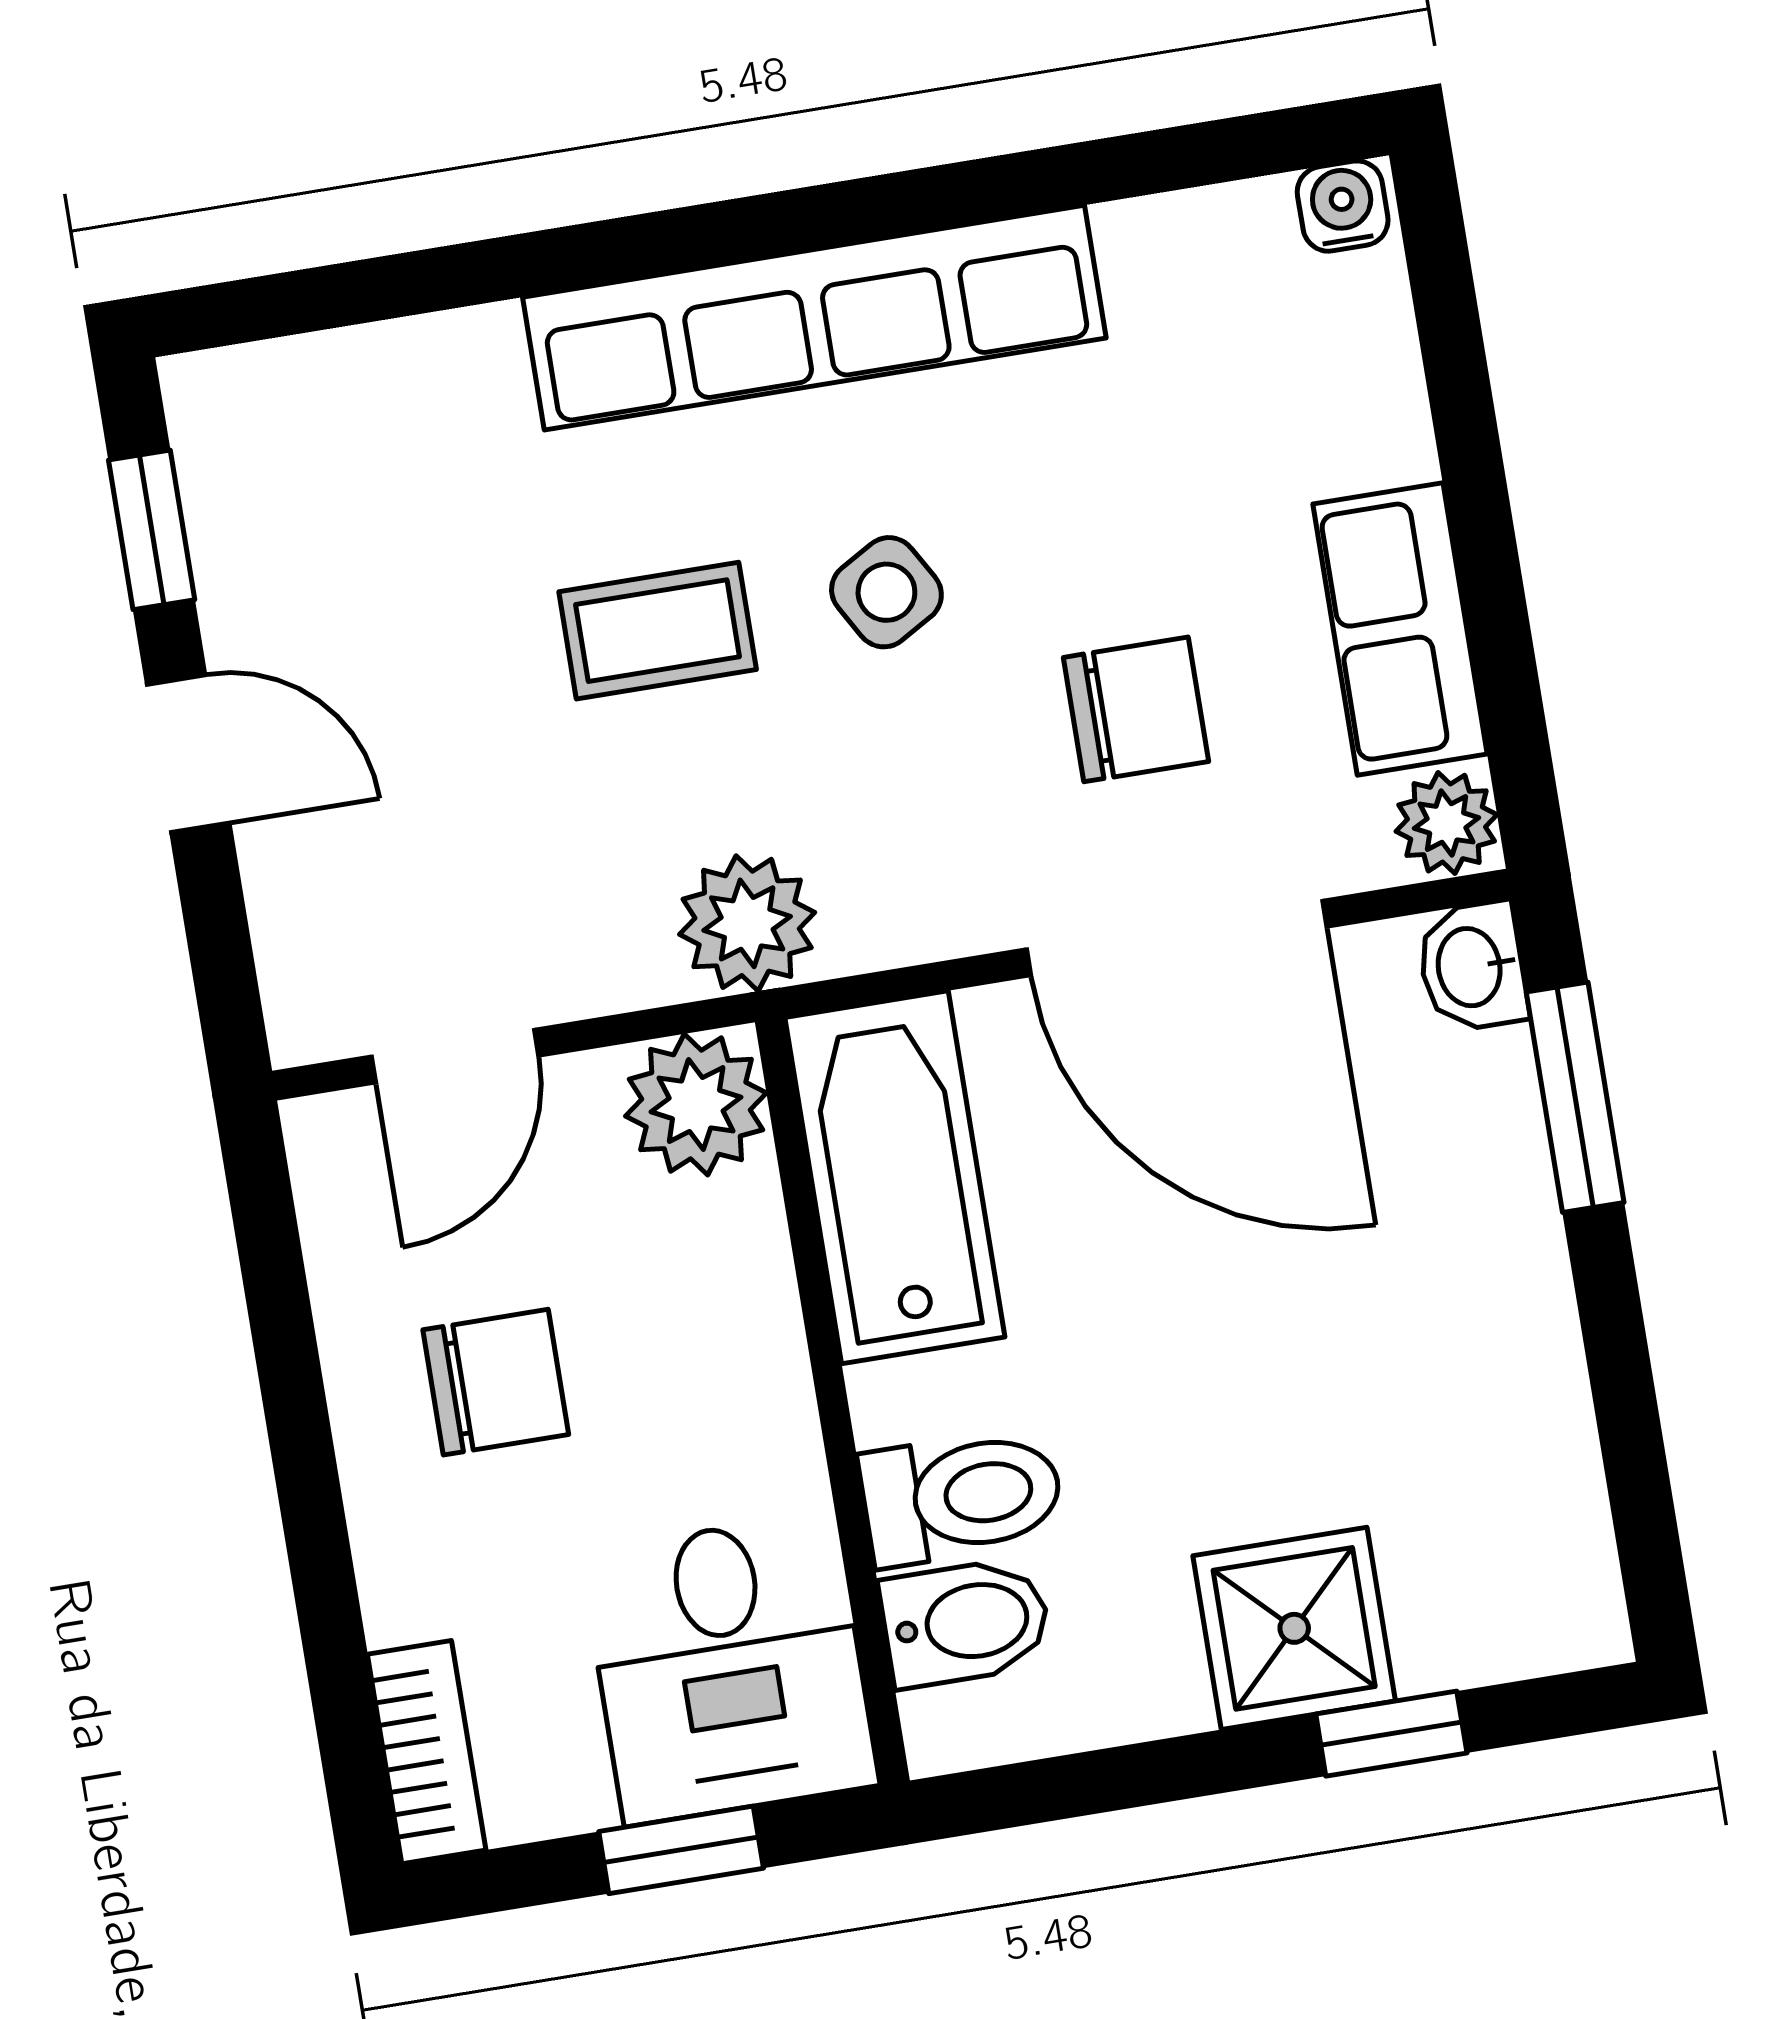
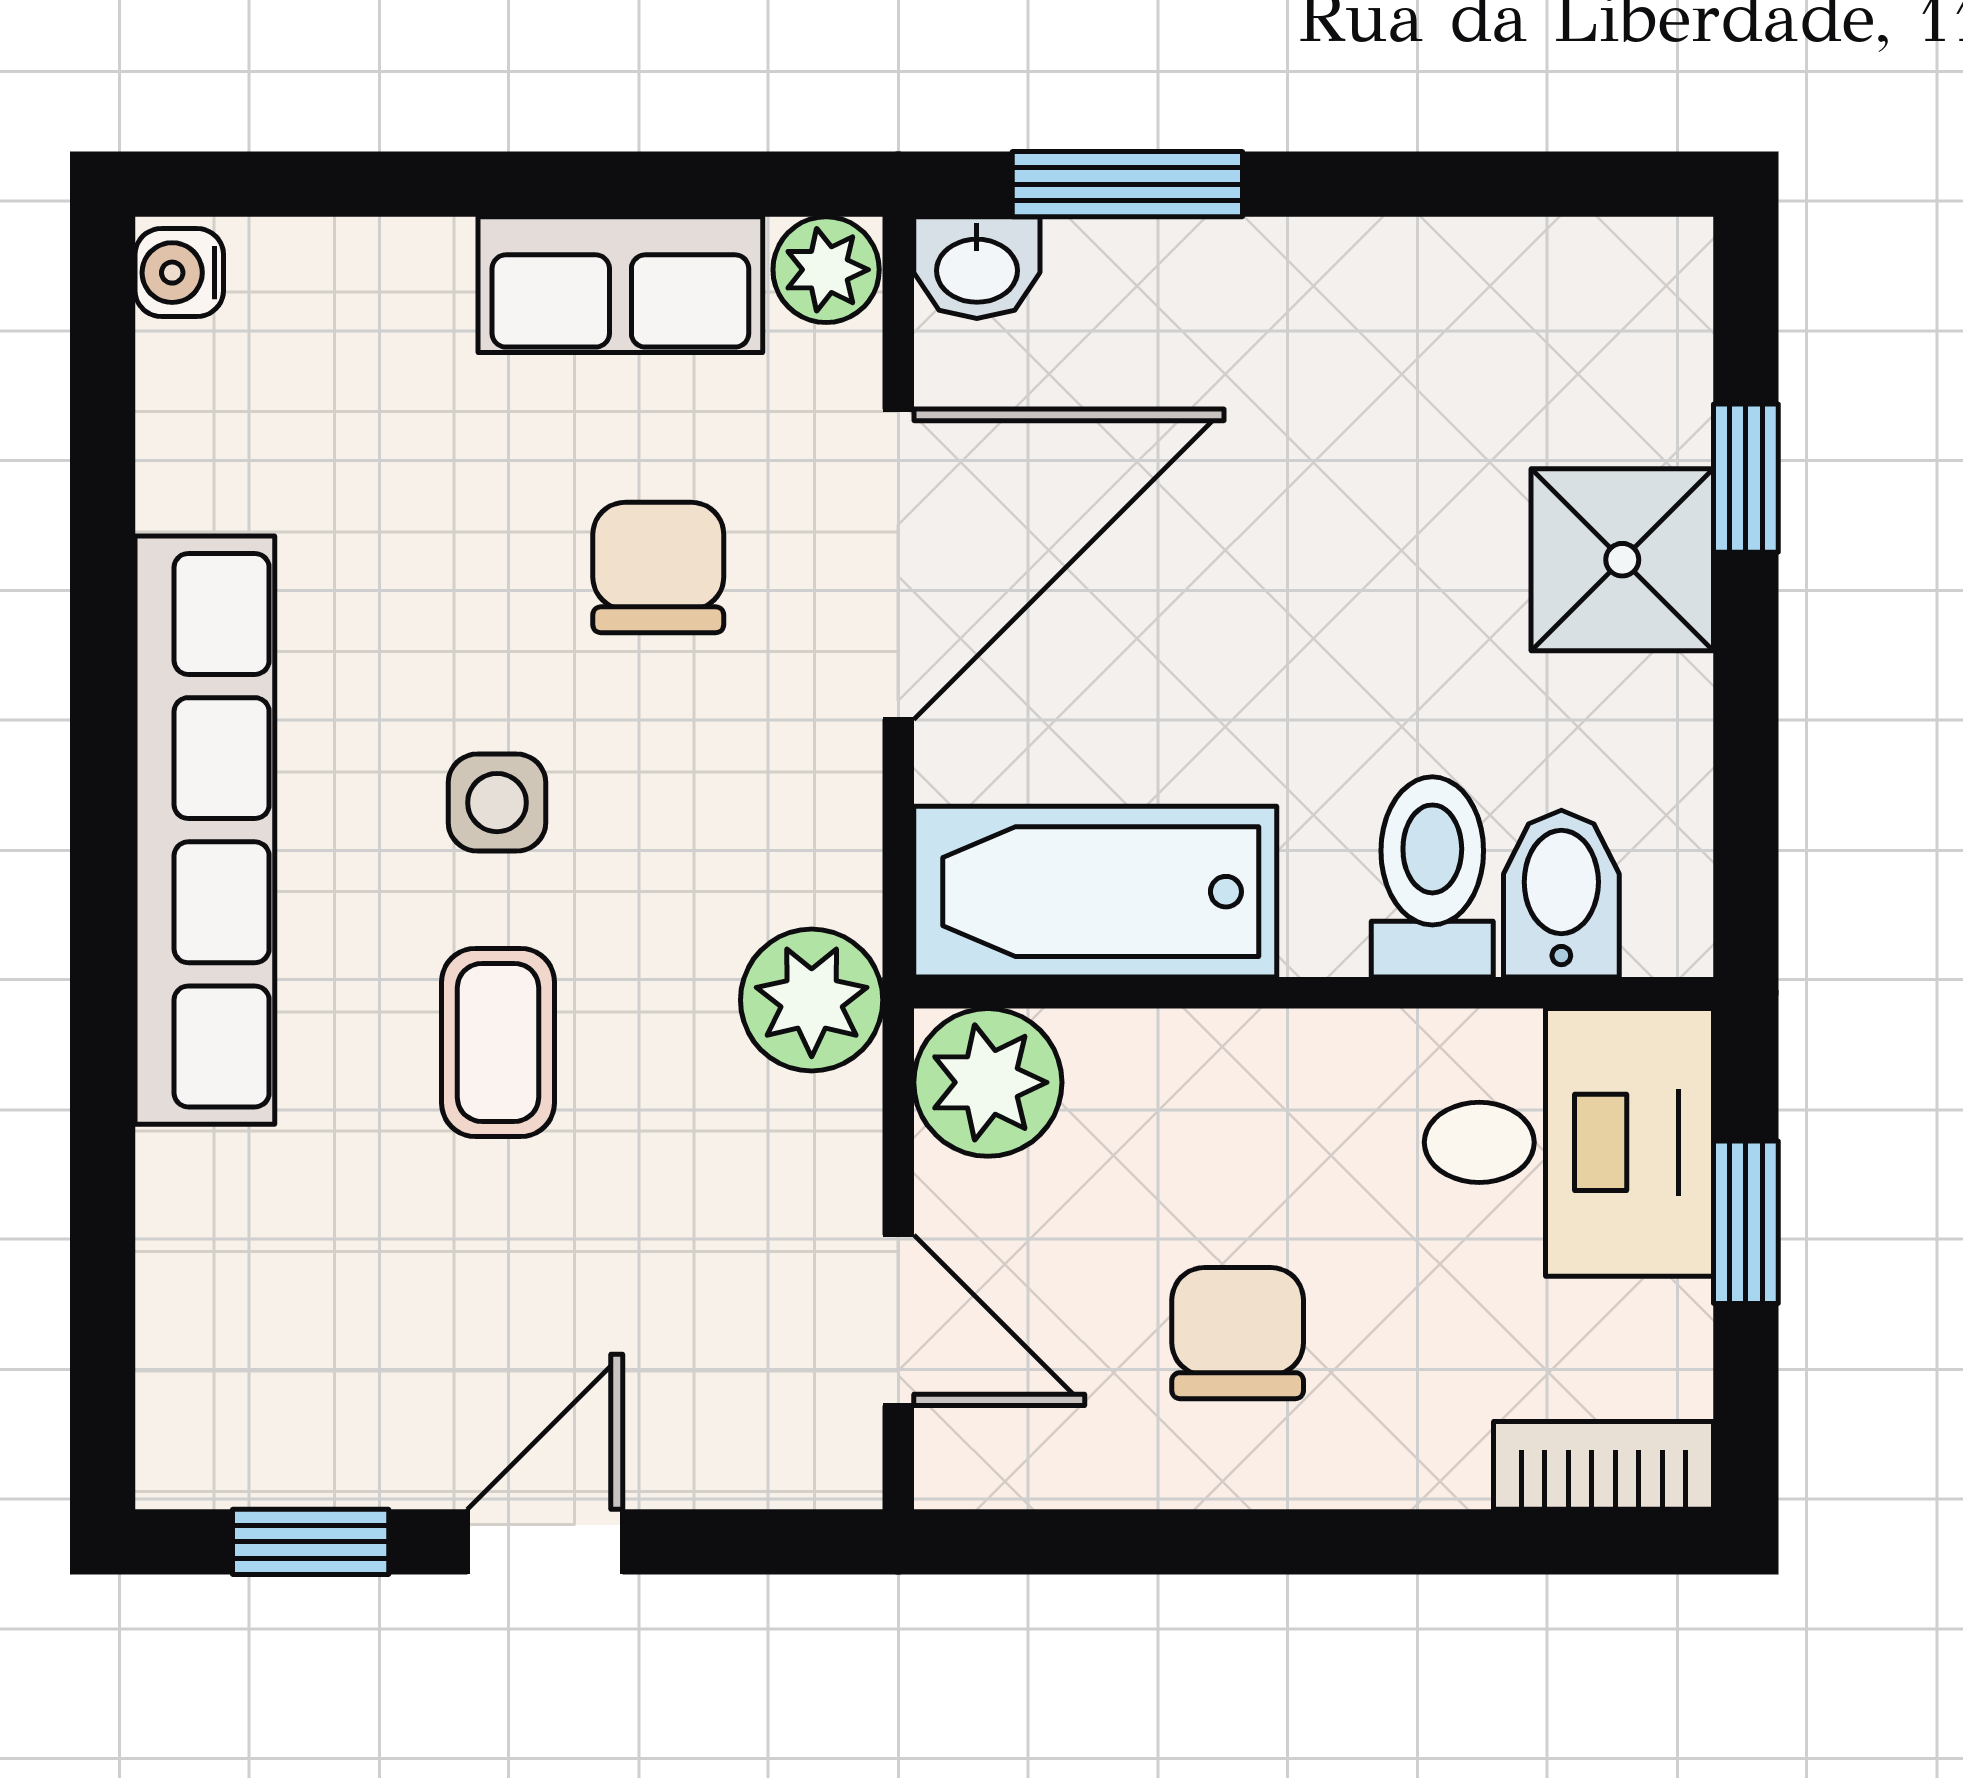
side table: (886, 592) -> (497, 803), turned 30

